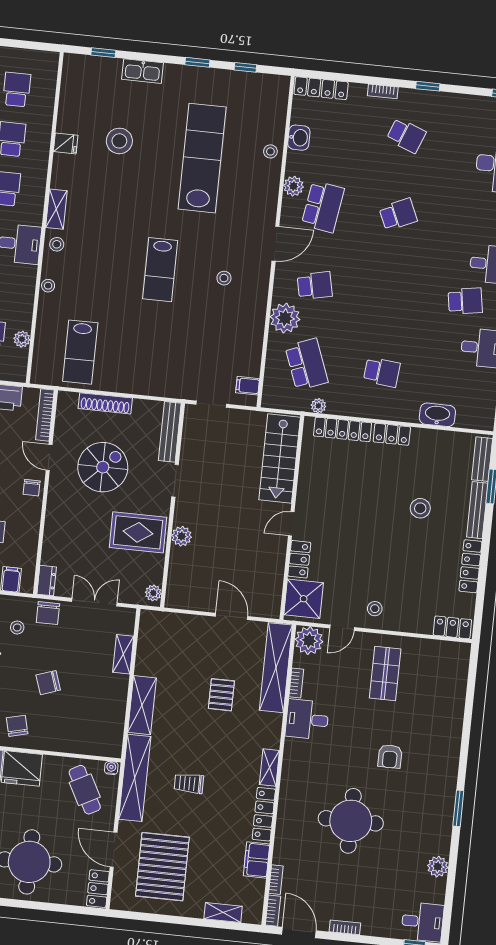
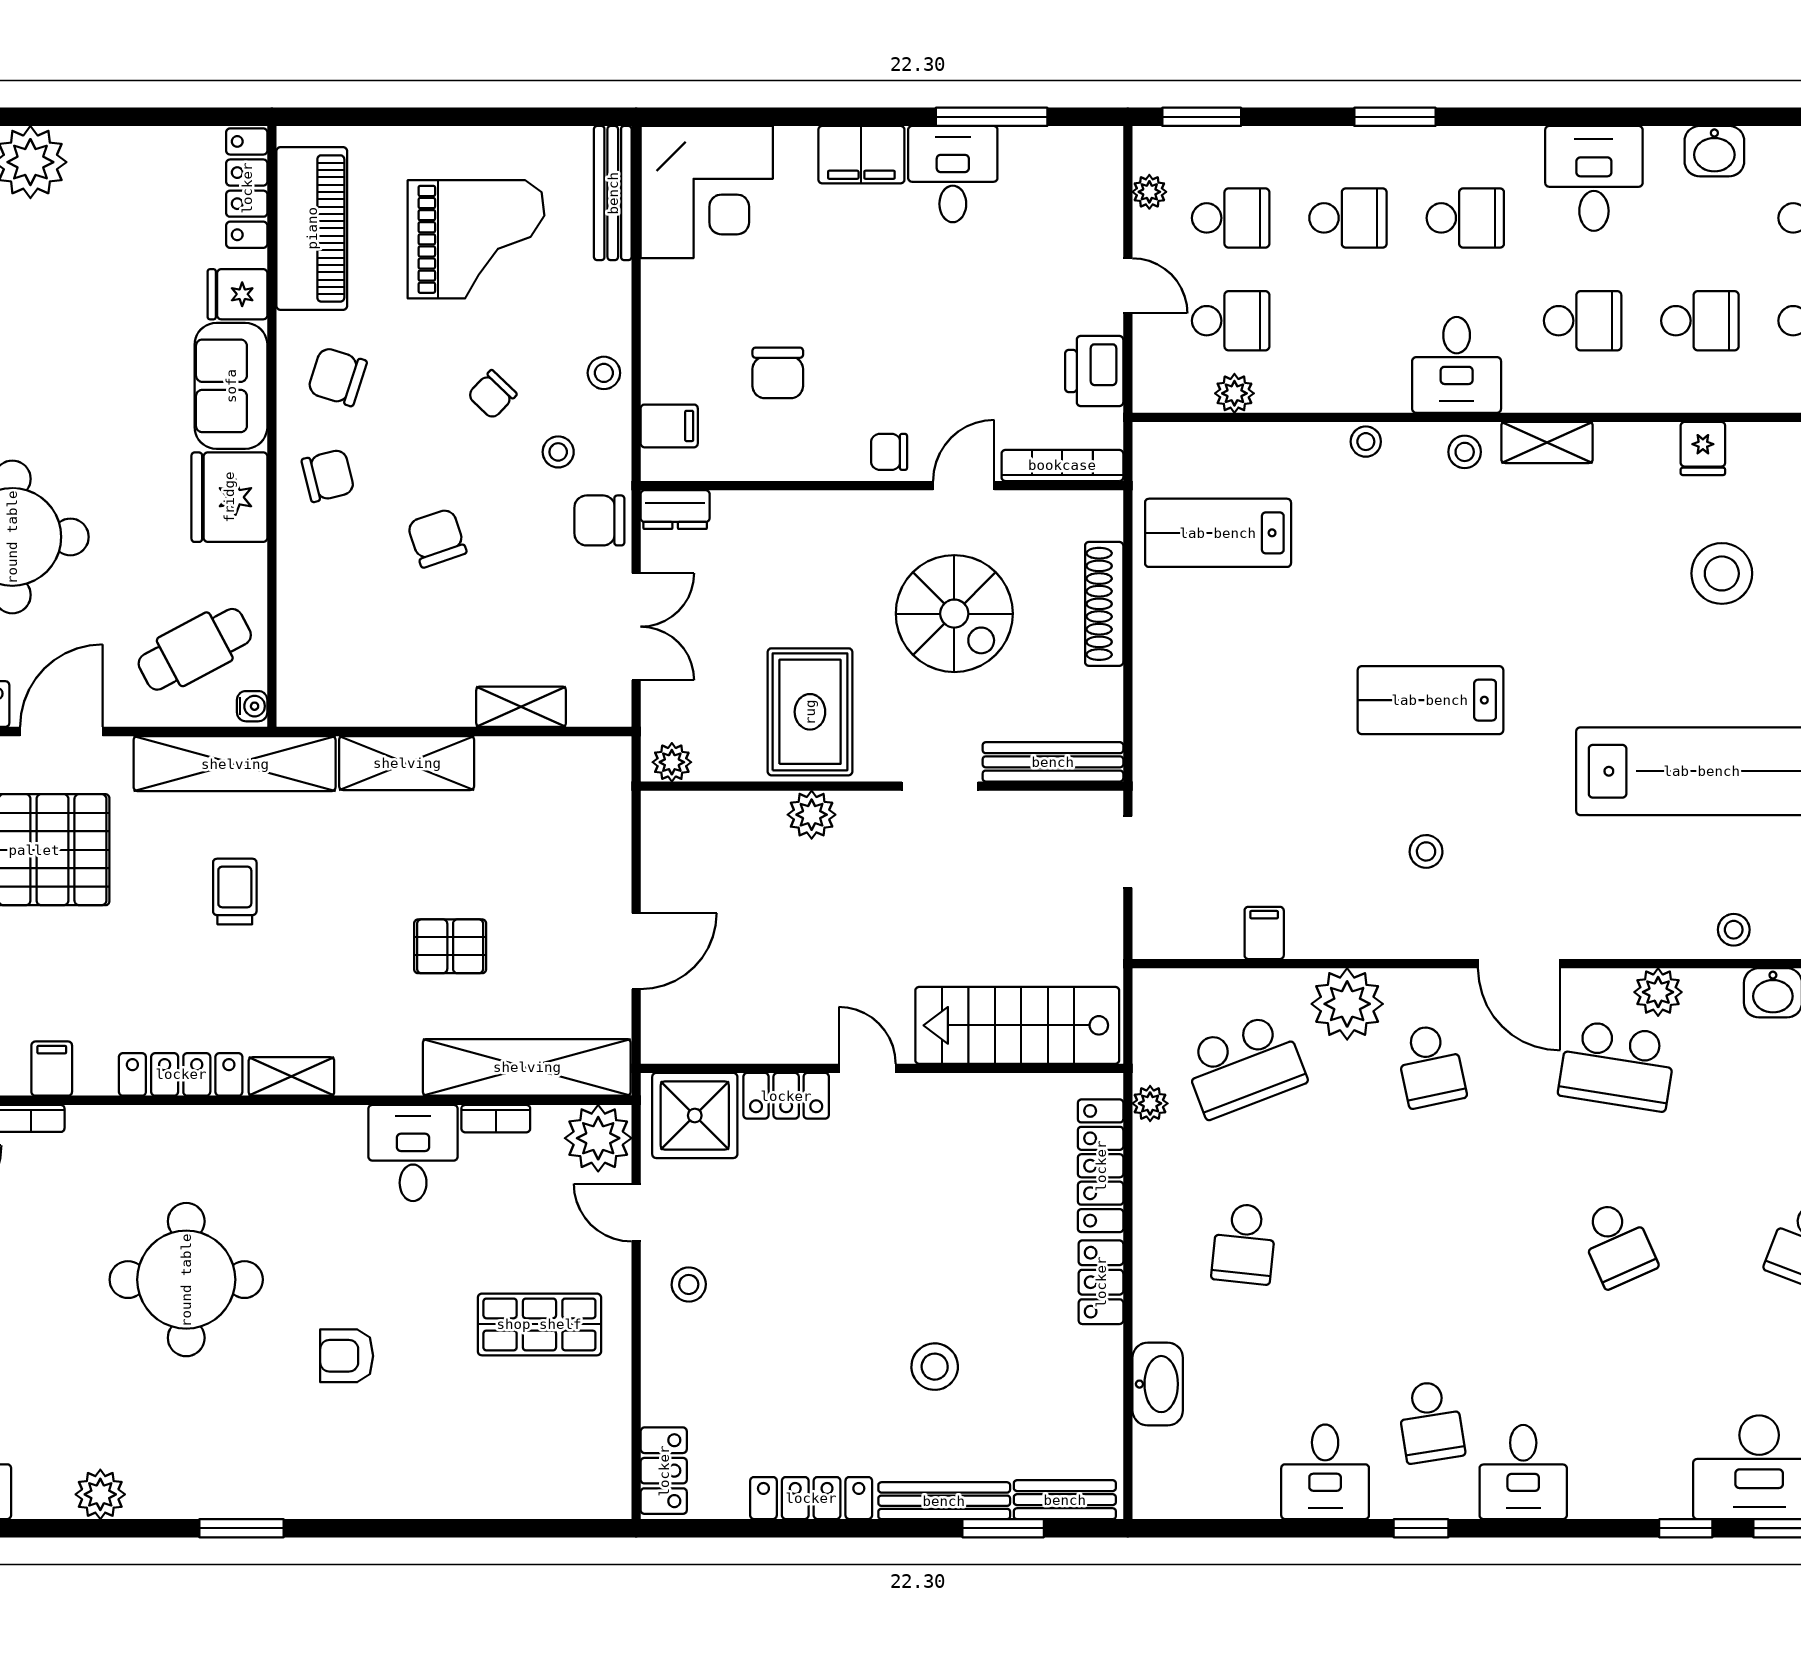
filing cabinet: (248, 386) -> (1264, 933), moved
filing cabinet: (257, 860) -> (52, 1069), width x0.50

